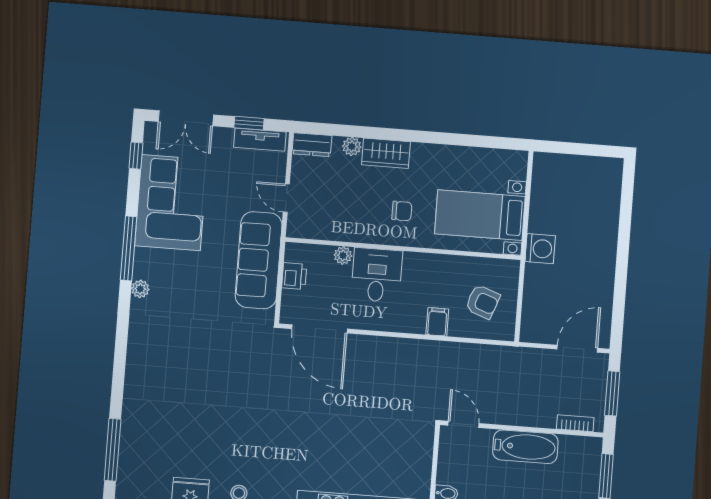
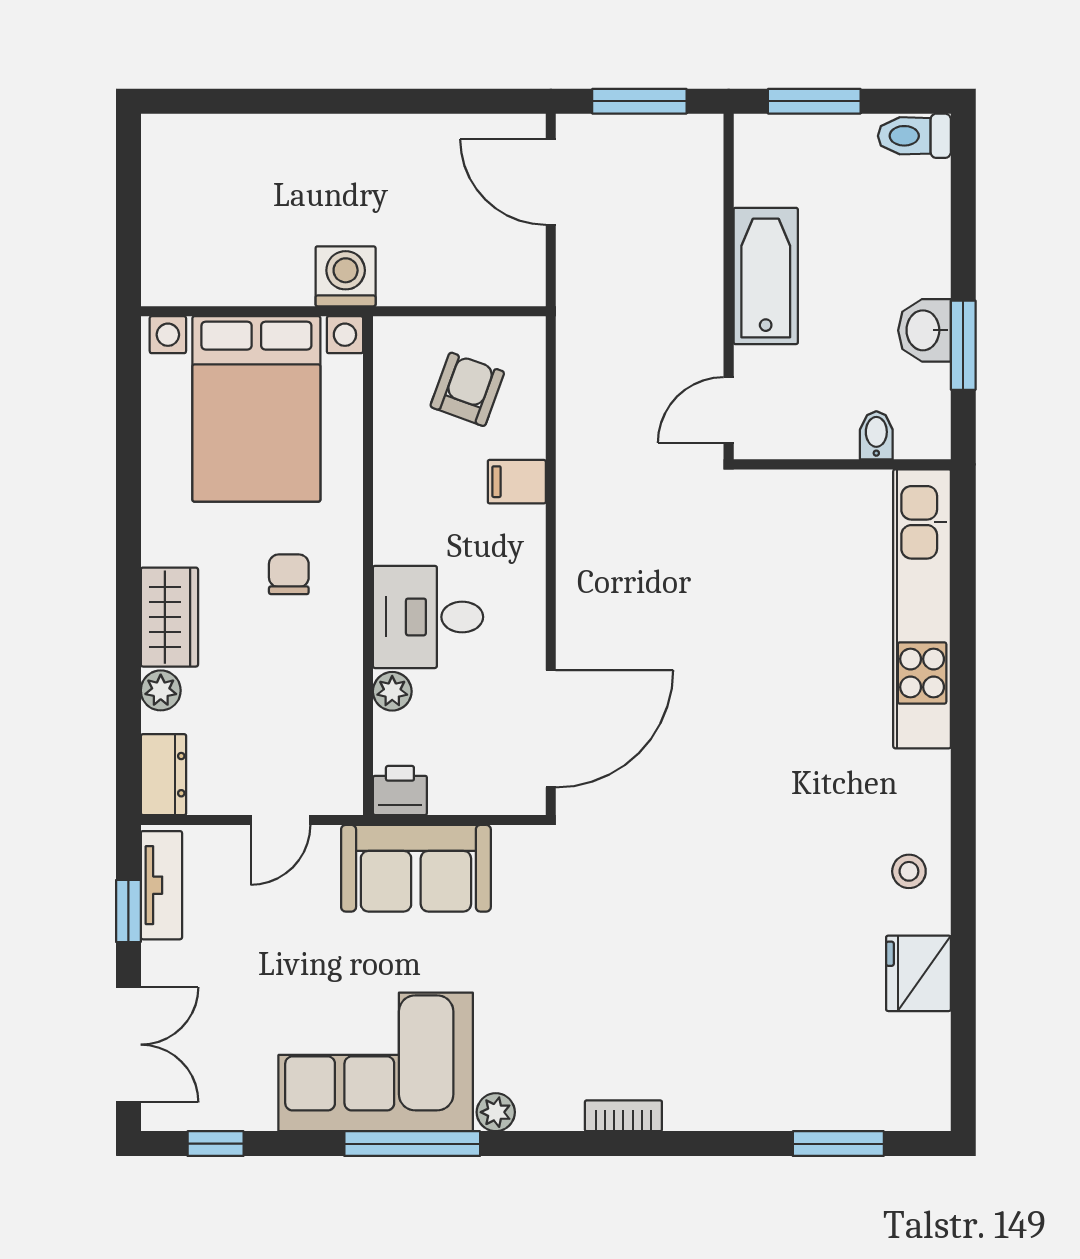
corner sofa: (171, 203) -> (376, 1062), moved
bed with nightstands: (480, 215) -> (256, 409), width x1.36
sofa: (259, 260) -> (416, 868), width x0.73
printer: (294, 276) -> (400, 791), moved
bookcase: (575, 423) -> (623, 1116), moved, turned 90
window: (113, 450) -> (838, 1144), width x0.69

